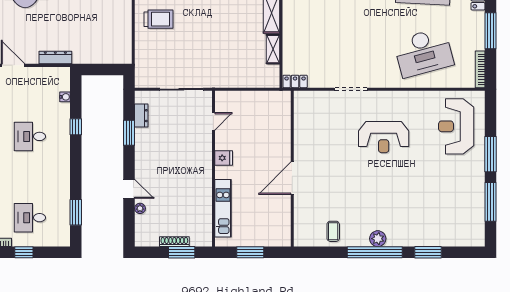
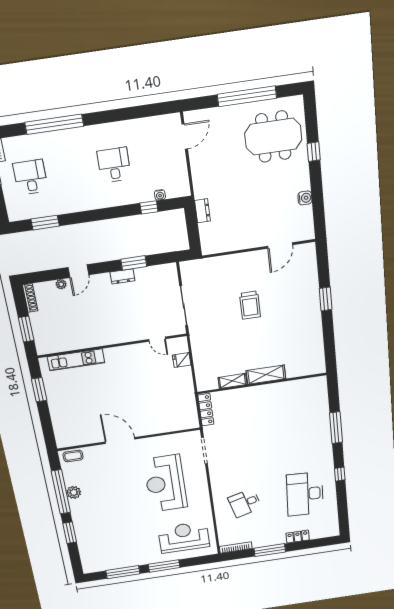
trolley: (158, 19) -> (250, 305), moved
desk: (424, 53) -> (245, 503), width x0.53, depth x0.77
dresser: (55, 58) -> (203, 211), moved, width x0.70
locker: (295, 81) -> (206, 410), width x1.53
dresser: (141, 116) -> (122, 276), moved
window: (76, 127) -> (149, 207), moved
reception desk: (384, 137) -> (165, 483), width x1.36, depth x1.30
fridge: (224, 158) -> (182, 360), moved, turned 90
wall: (292, 169) -> (129, 439), moved
door: (292, 178) -> (120, 441), moved
shoe rack: (174, 242) -> (30, 298), moved

